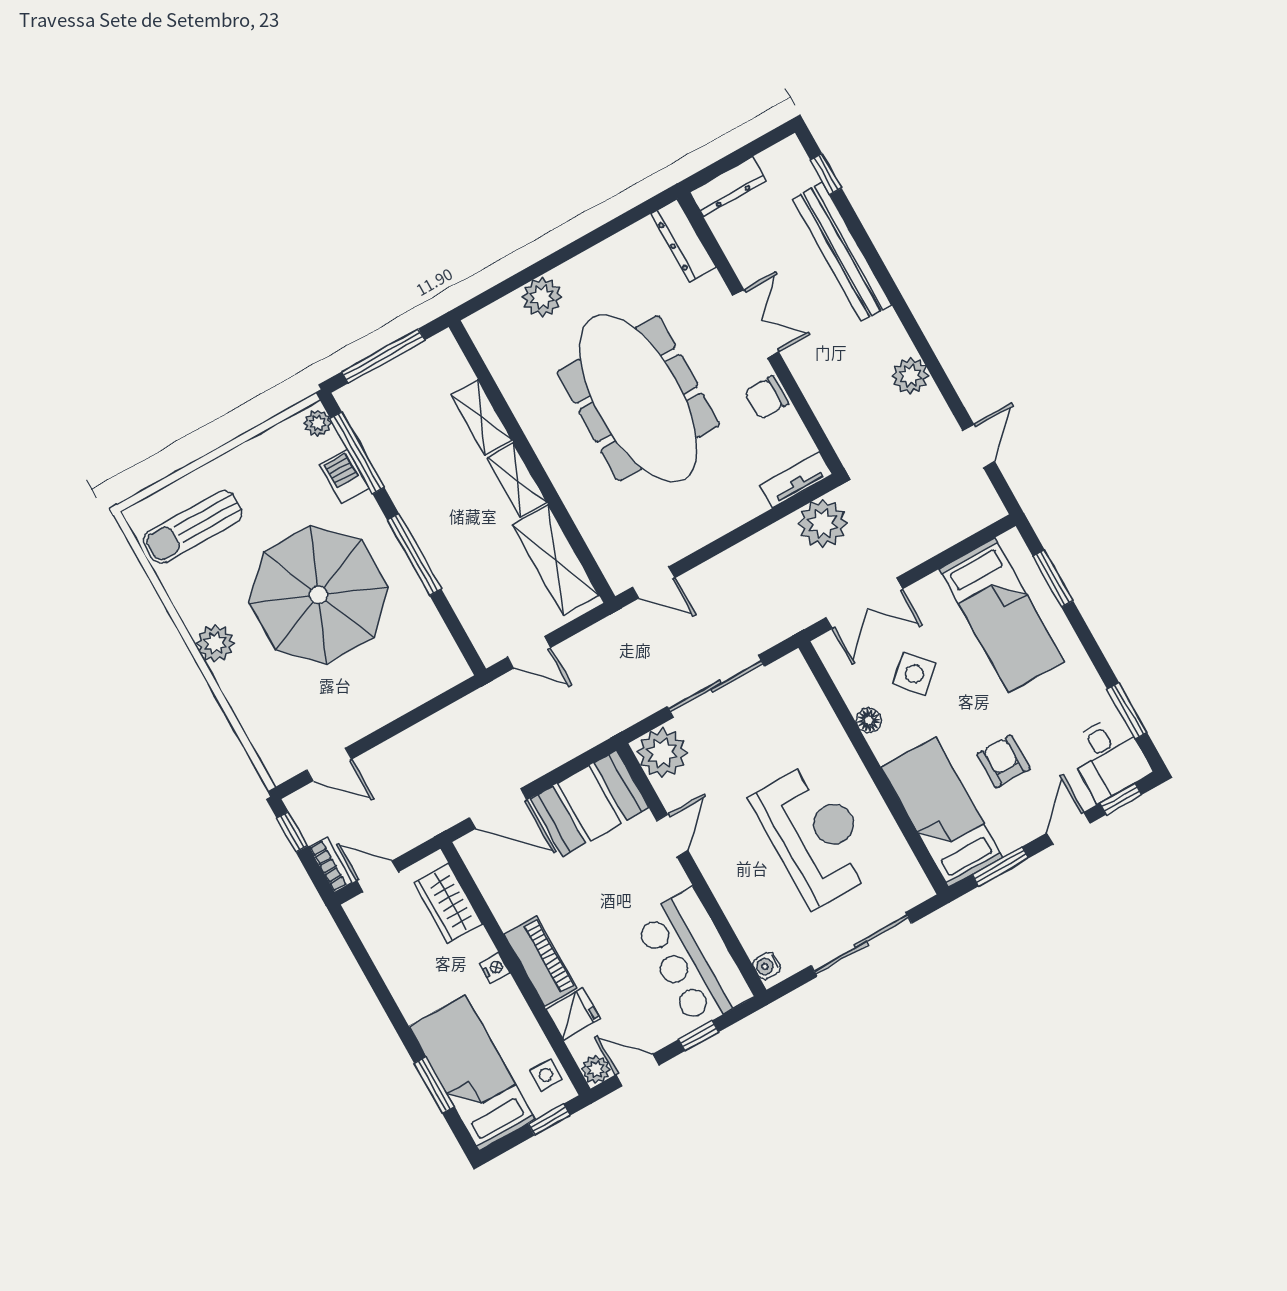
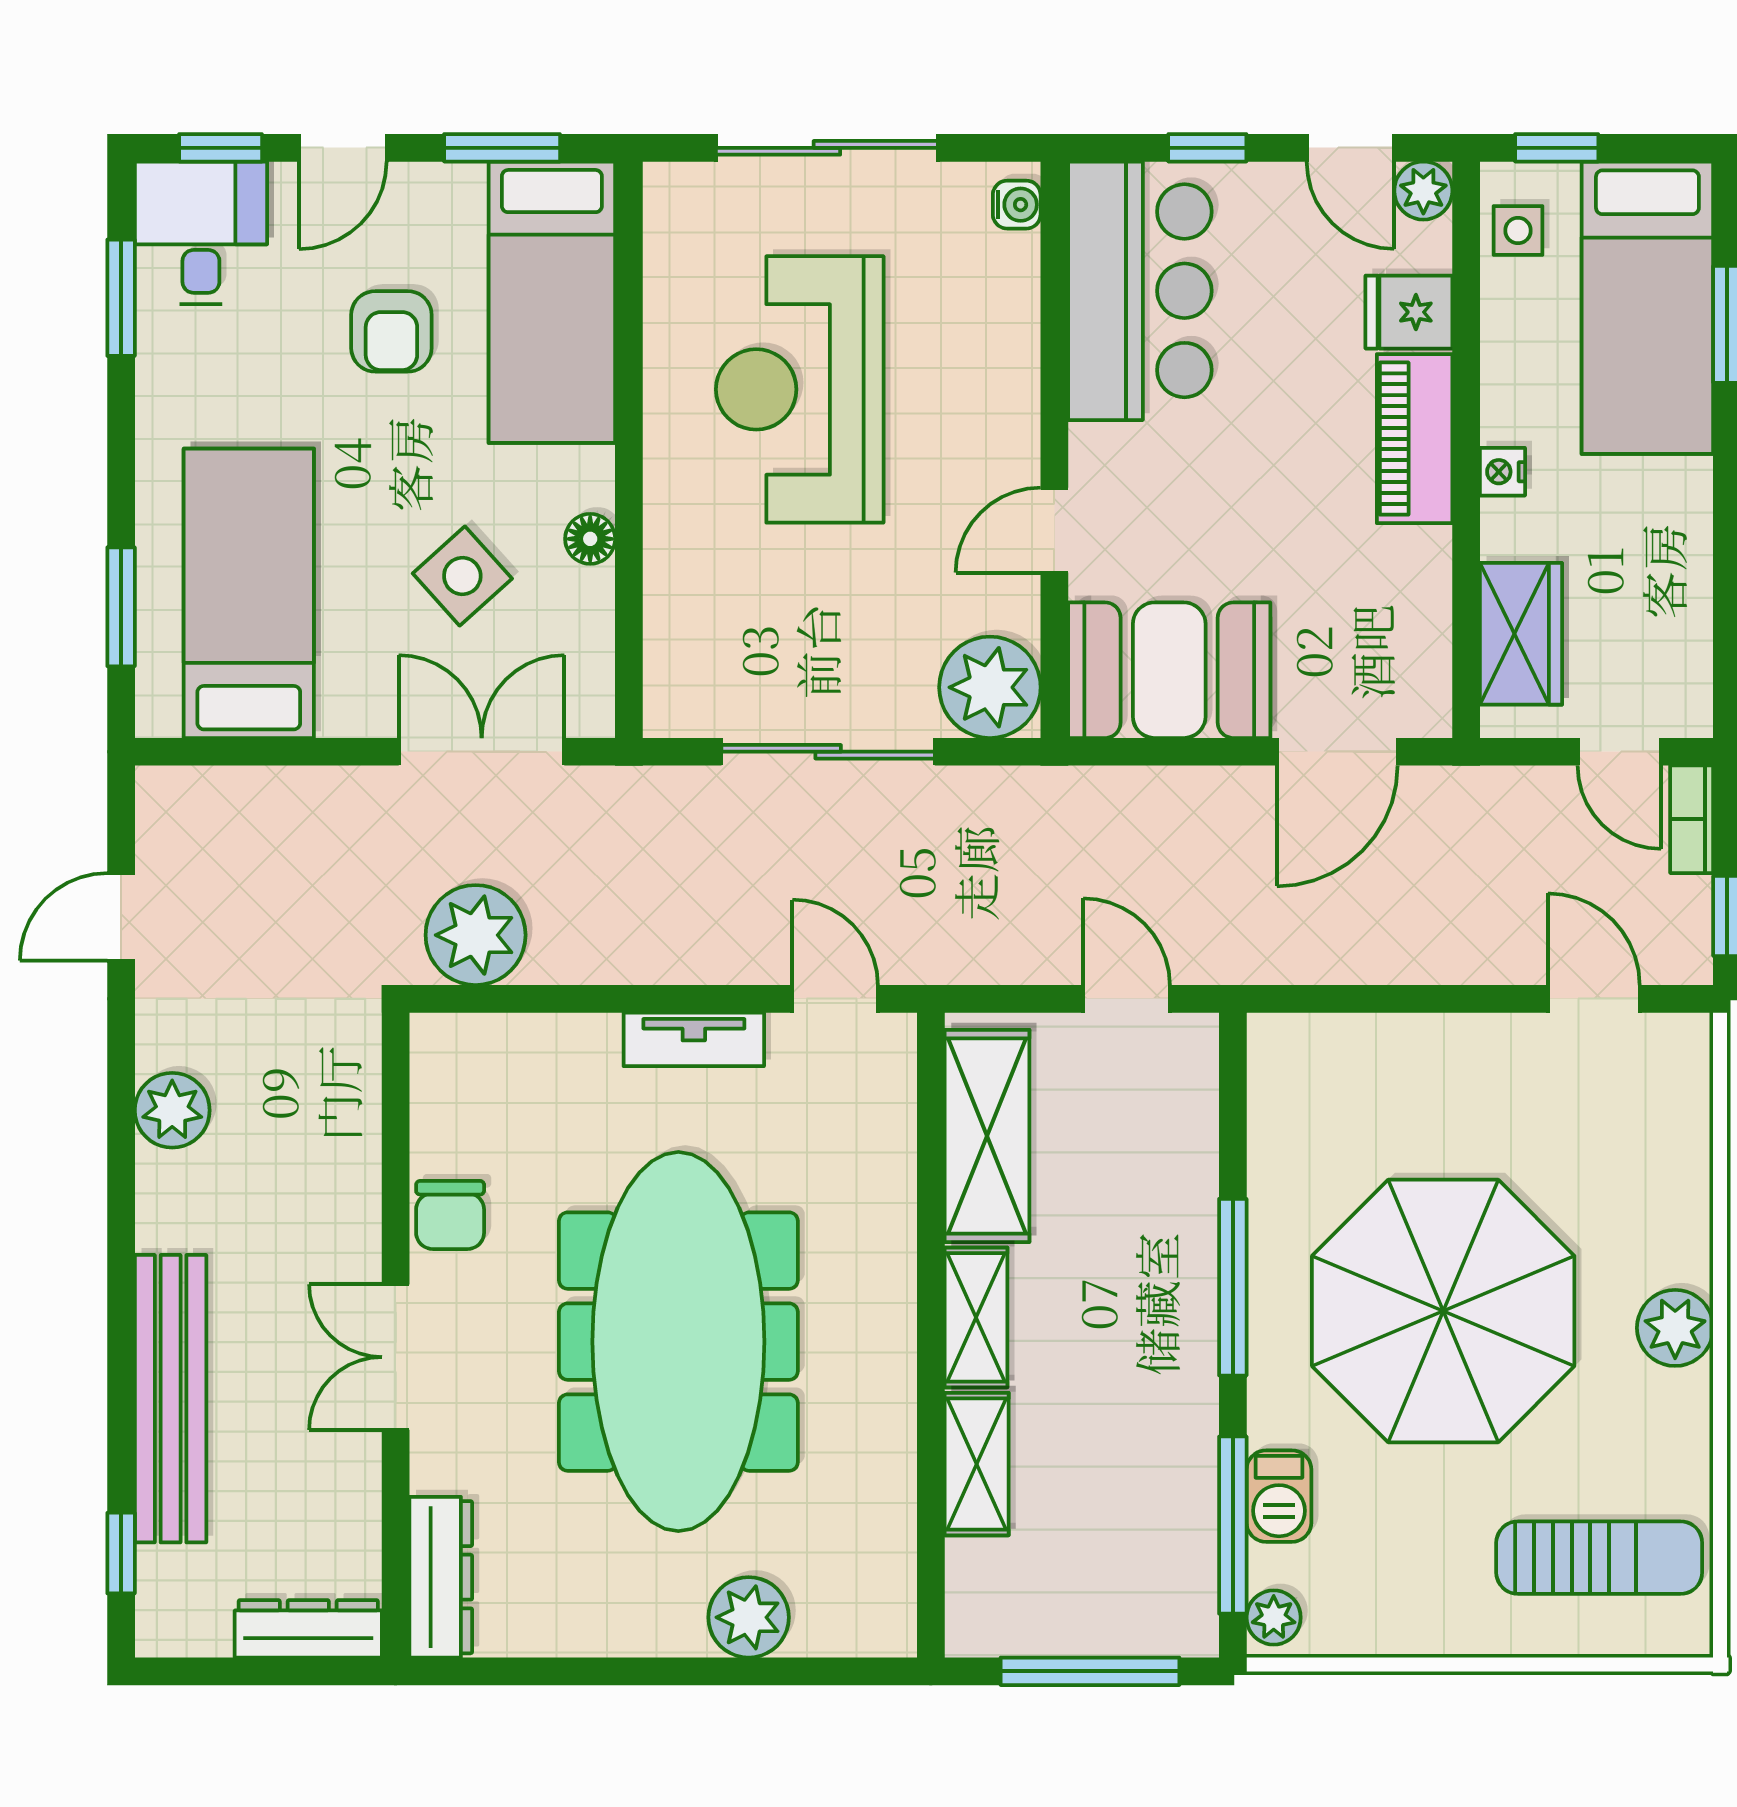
chair: (766, 398) -> (450, 1215), turned 90
tv unit: (796, 480) -> (694, 1039), moved
door: (498, 809) -> (1337, 752), swing flipped

